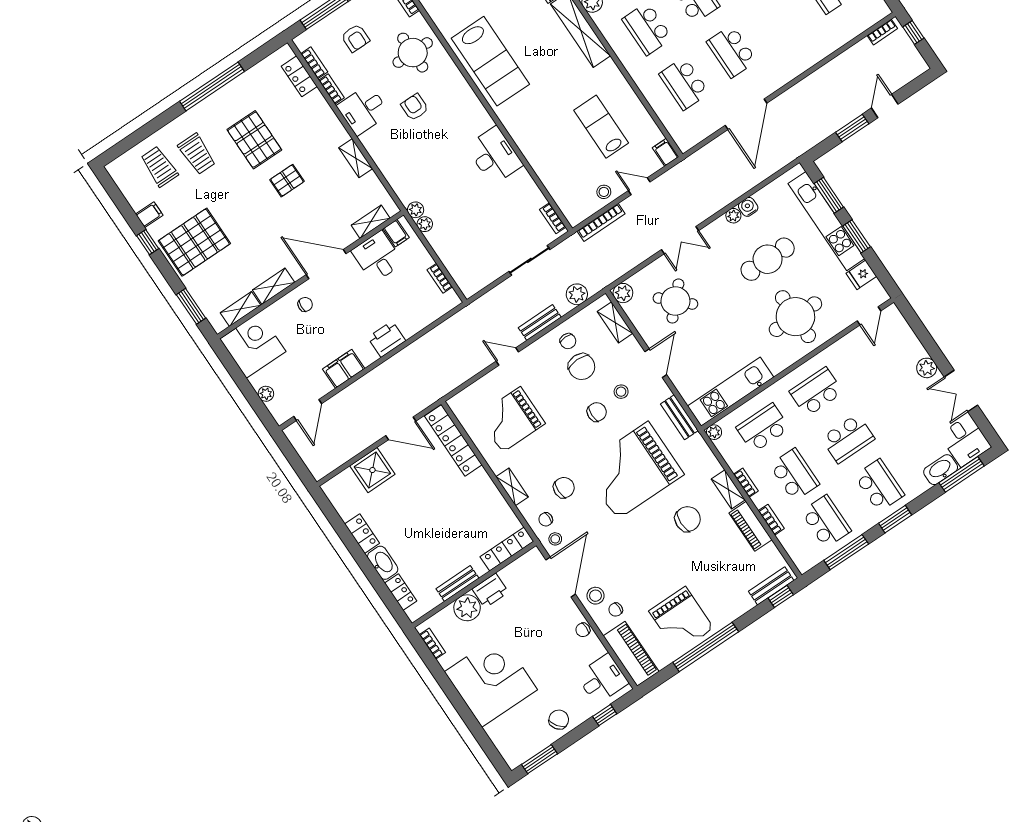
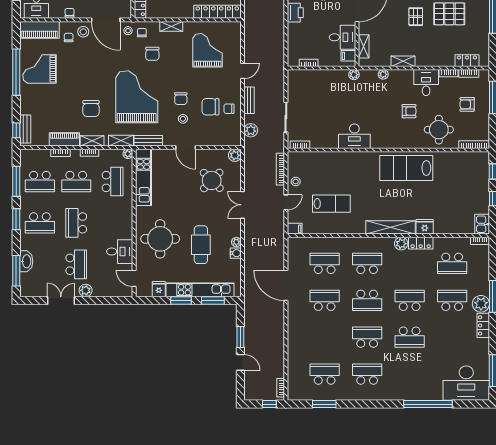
plant: (425, 224) -> (383, 74), moved
shelving: (615, 322) -> (121, 141), moved
school desk: (816, 392) -> (76, 264), moved
desk: (965, 441) -> (120, 252), moved, turned 180

